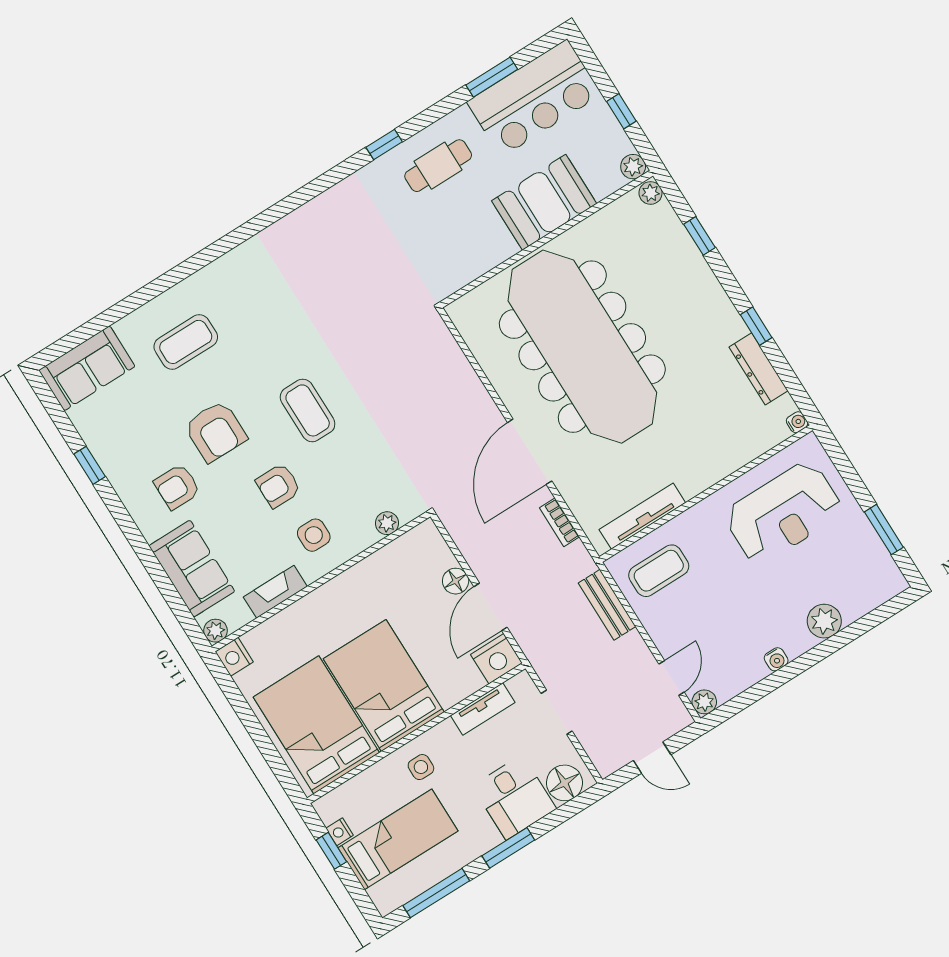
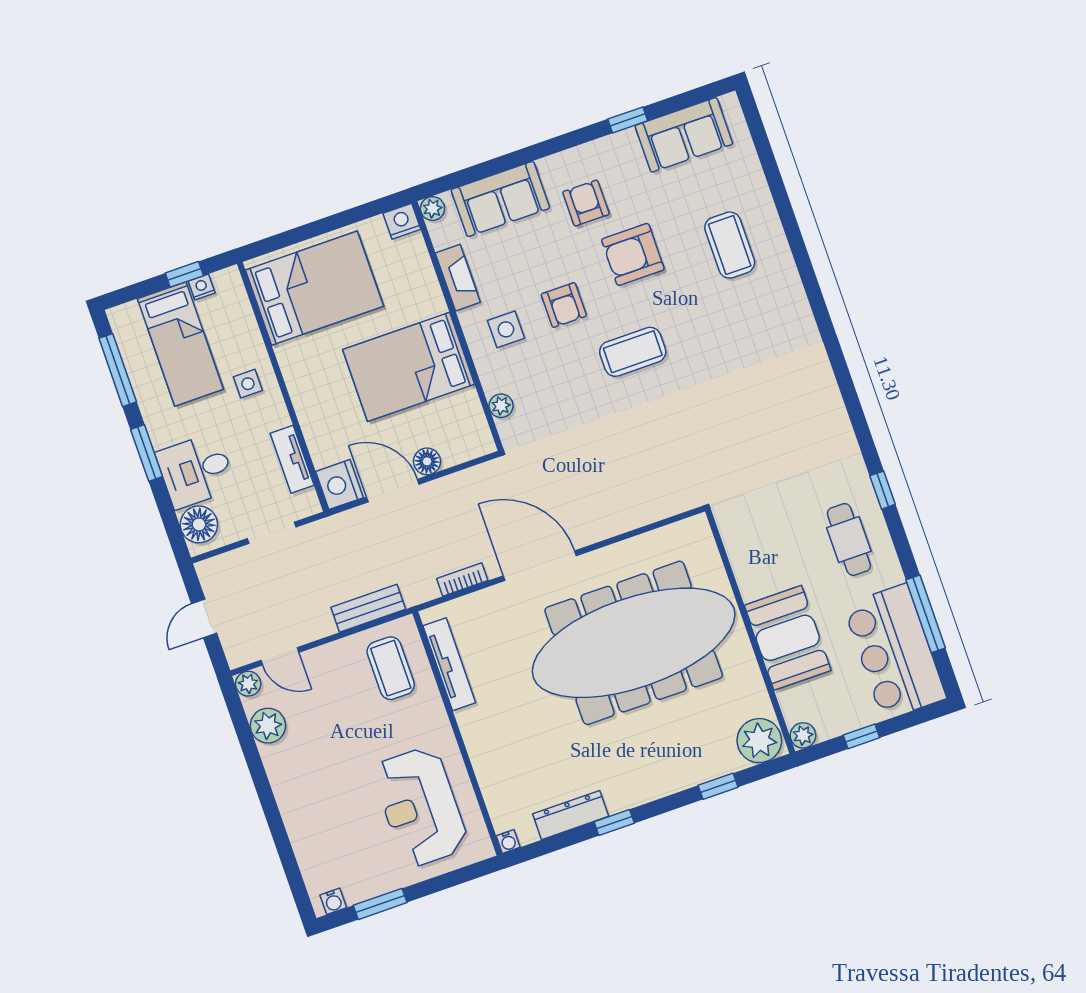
window: (492, 77) -> (926, 614), width x1.44
plant: (651, 193) -> (759, 741), width x1.87, depth x1.87
sofa: (87, 368) -> (684, 135), moved, turned -90
armchair: (278, 486) -> (564, 305), turned 180
plant: (824, 621) -> (268, 726), moved
water cooler: (776, 659) -> (333, 901), moved, turned -90
bed: (384, 685) -> (409, 367), moved, turned 180

